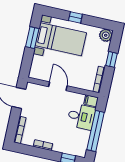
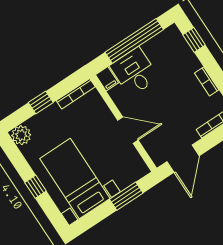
window: (32, 38) -> (126, 196), moved
door: (58, 86) -> (128, 130), swing flipped

